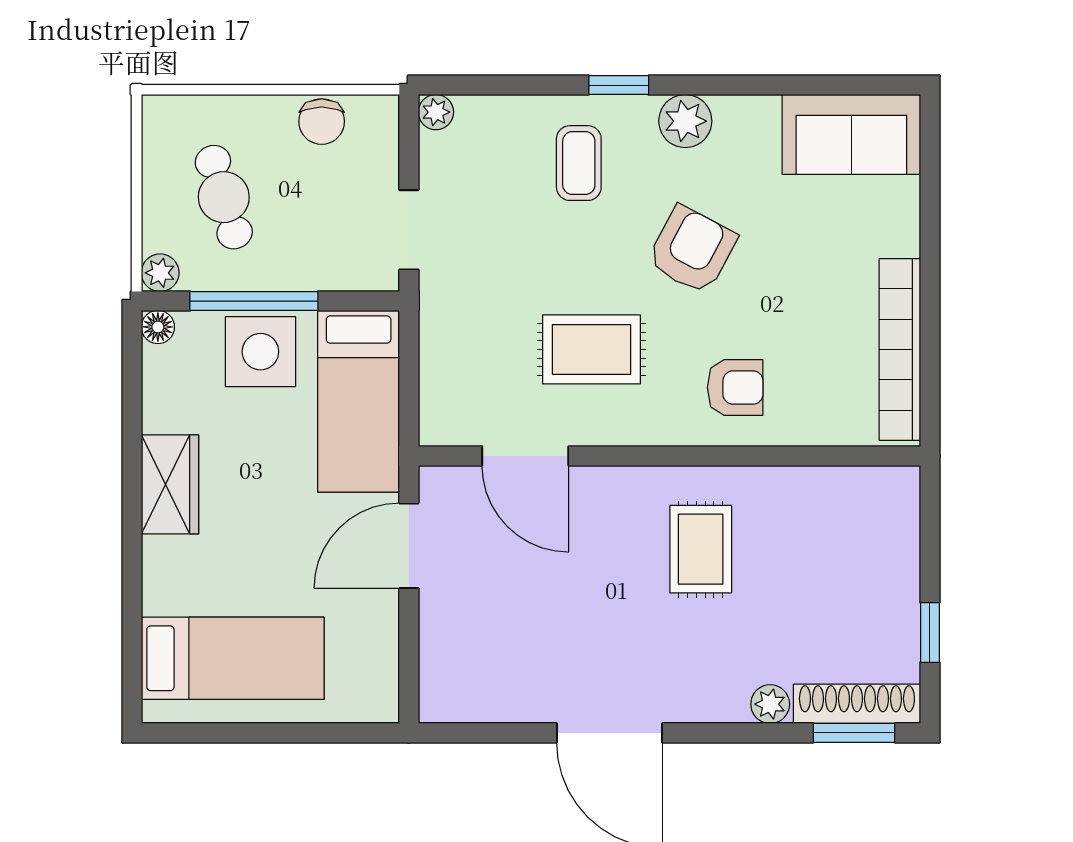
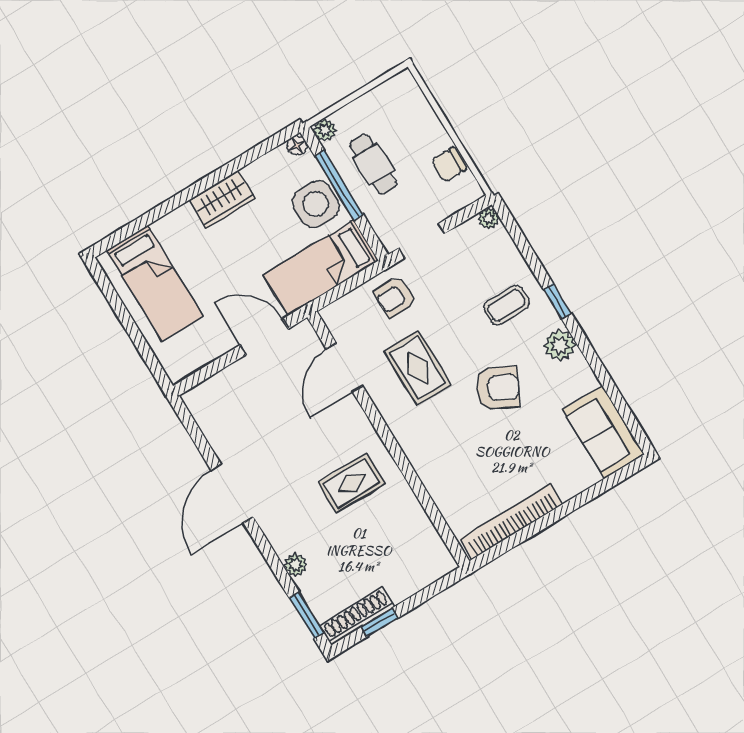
cafe table: (224, 197) -> (373, 164), moved, turned -73
armchair: (735, 388) -> (395, 297), moved, turned 90
shoe rack: (857, 704) -> (357, 616), moved, turned -90

